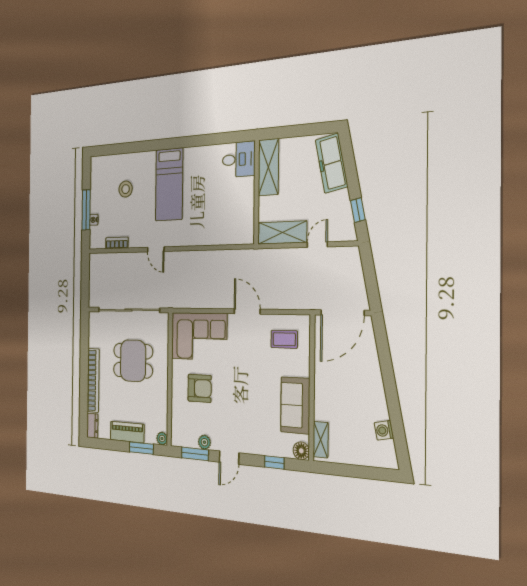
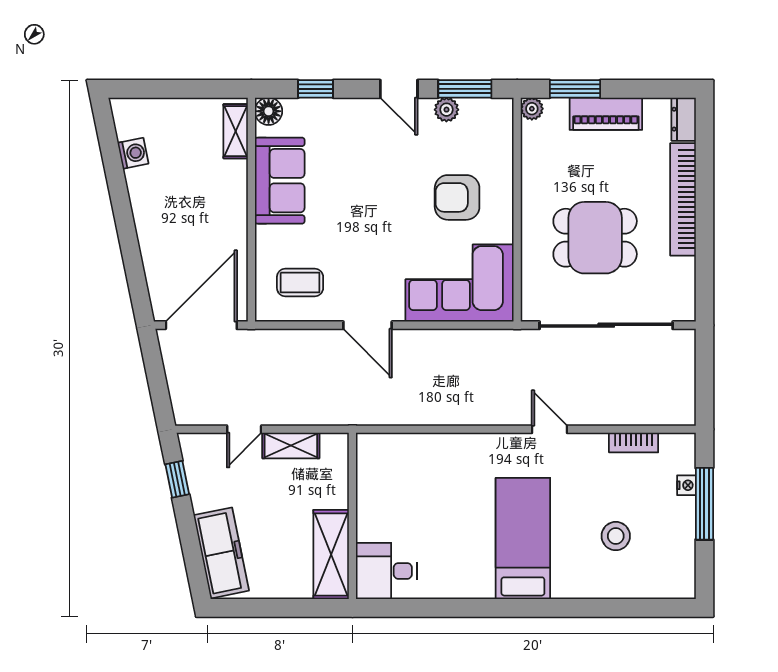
shelving: (282, 233) -> (291, 446), width x0.67, depth x0.75
door: (229, 458) -> (399, 89), swing flipped

